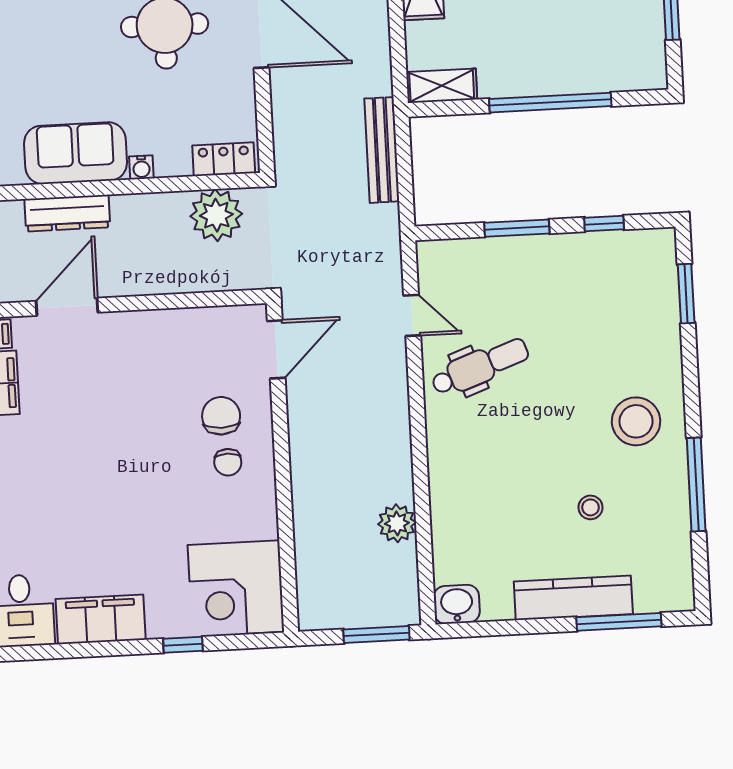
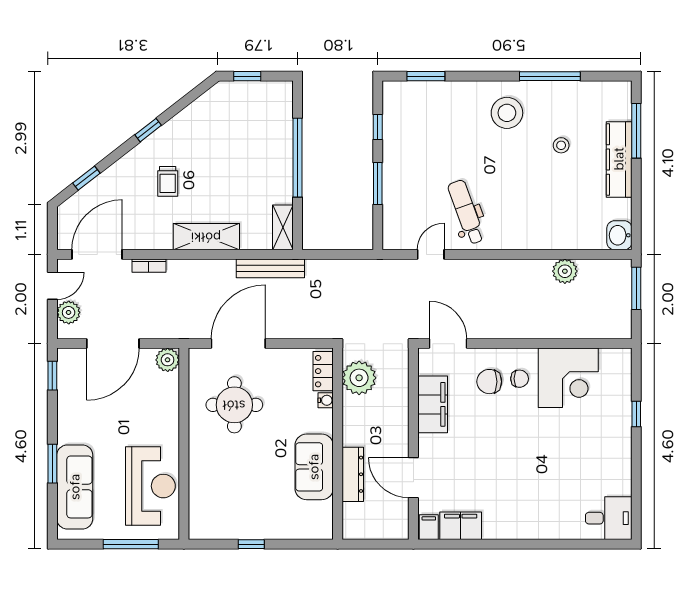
bench: (382, 150) -> (270, 268), moved
water cooler: (141, 167) -> (326, 400), moved
corner desk: (236, 588) -> (568, 378), moved
filing cabinet: (101, 619) -> (433, 404), moved, turned 180

